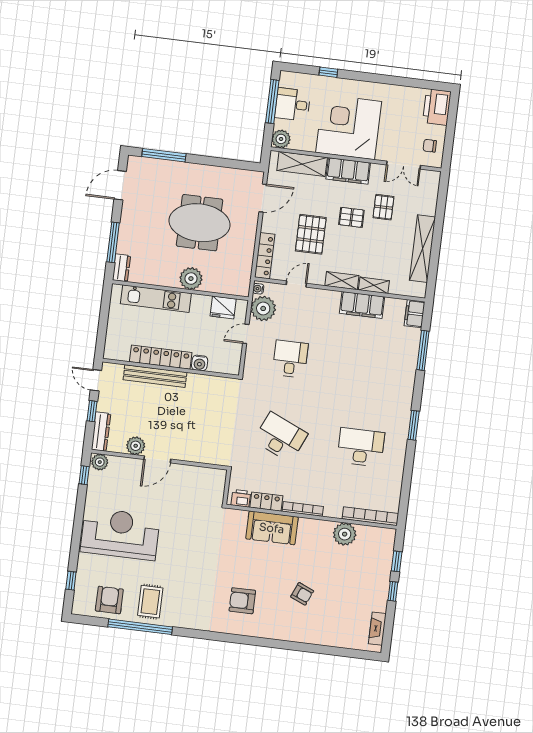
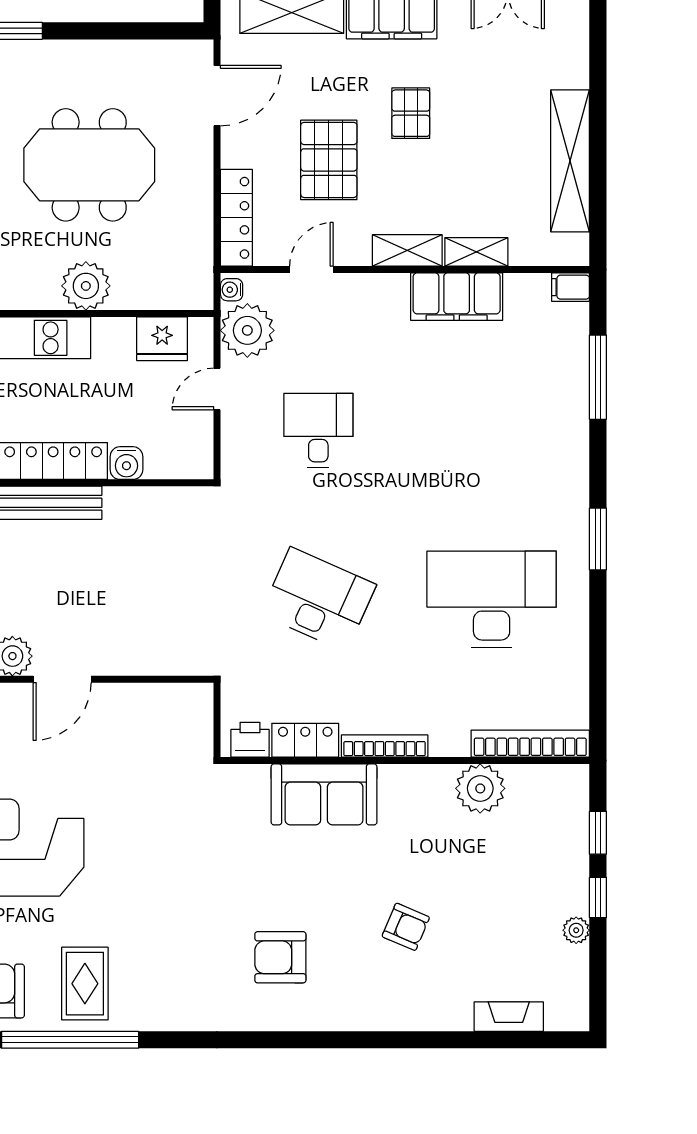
pallet: (383, 207) -> (476, 83), removed
pallet: (351, 217) -> (411, 113), turned 90
filing cabinet: (415, 314) -> (571, 287), width x0.50
desk: (361, 447) -> (492, 599), width x1.36, depth x1.30
plant: (381, 605) -> (576, 930), added
fireplace: (377, 629) -> (509, 1017), moved, turned 90

